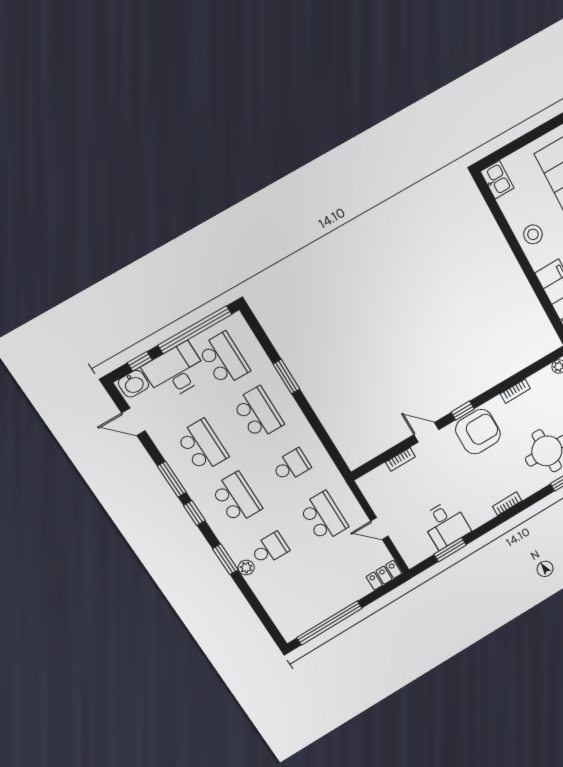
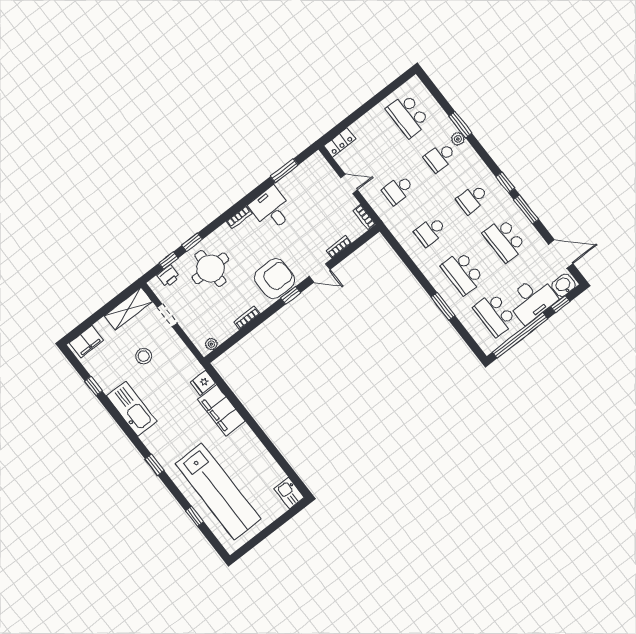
stool: (533, 234) -> (252, 453), removed
door: (133, 422) -> (561, 254), width x1.38
armchair: (478, 432) -> (275, 278), turned 180
bookcase: (367, 490) -> (364, 217), added
school desk: (237, 498) -> (472, 199), width x0.54
school desk: (324, 517) -> (398, 190), width x0.54
desk: (446, 524) -> (271, 209), moved
window: (225, 559) -> (460, 125), moved
school desk: (302, 598) -> (408, 116), added
window: (329, 623) -> (382, 95), removed

